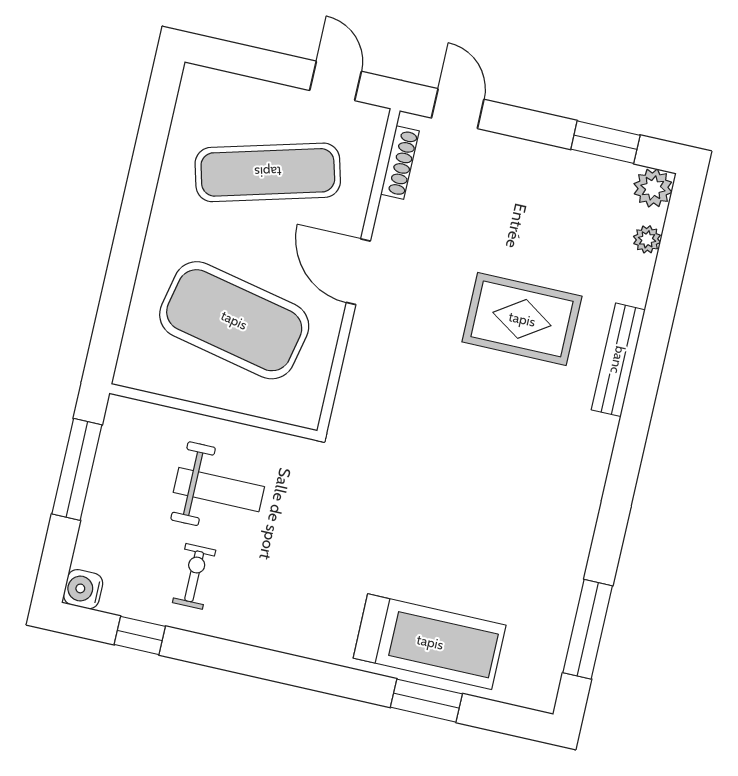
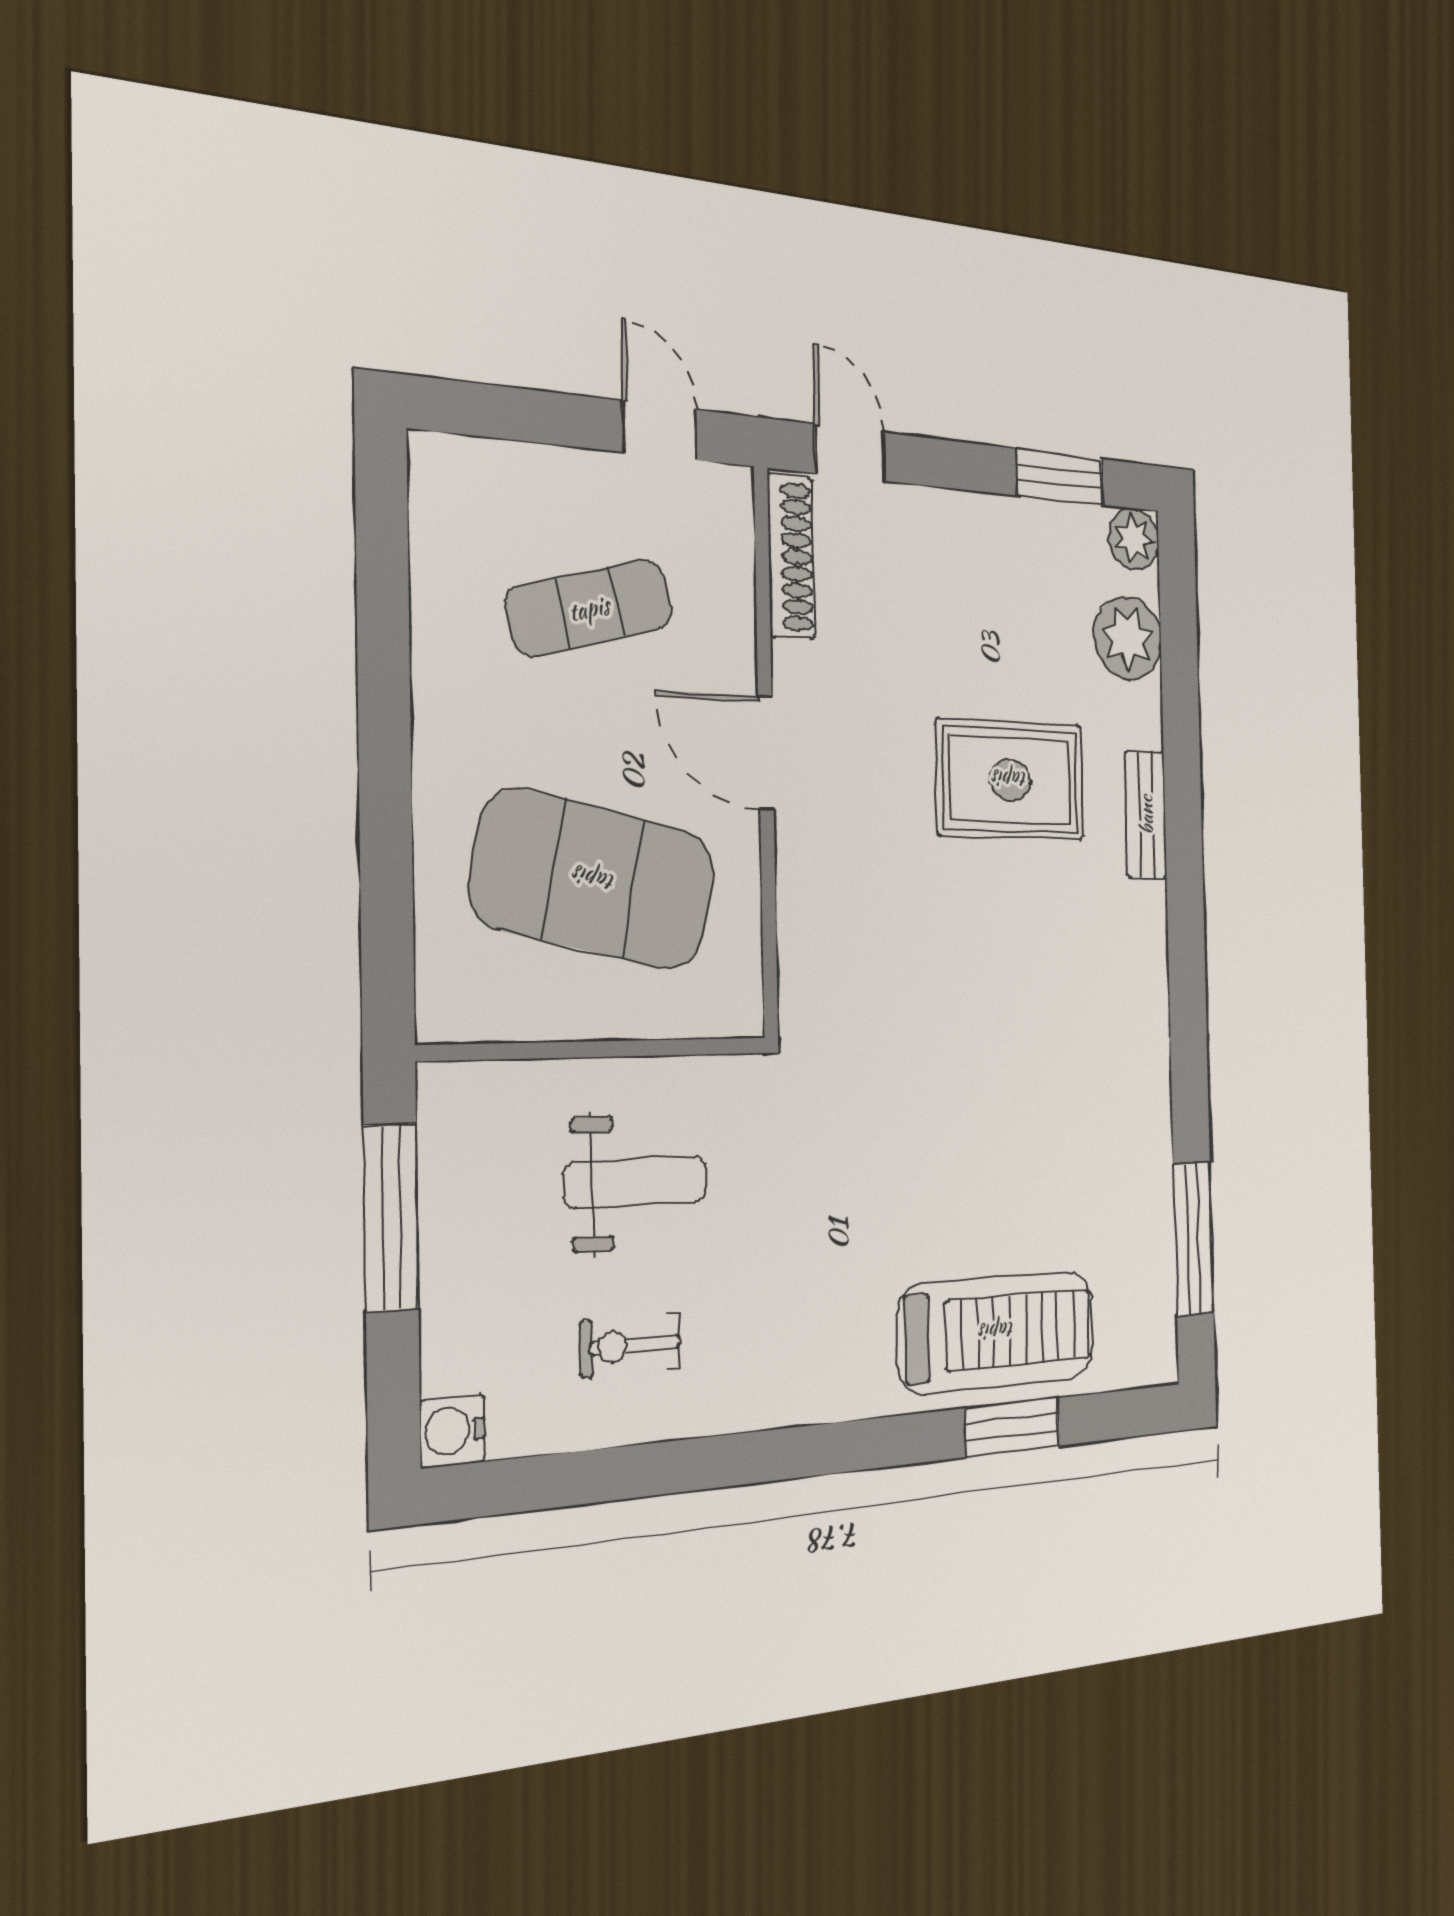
shoe rack: (400, 162) -> (791, 557), width x1.36, depth x1.24
exercise mat: (268, 172) -> (589, 608), width x0.73, depth x0.69
plant: (647, 239) -> (1128, 638), width x1.88, depth x1.88
bench: (618, 360) -> (1146, 815), width x0.73
exercise bike: (194, 576) -> (630, 1345), turned -90
window: (140, 635) -> (566, 1479), removed

